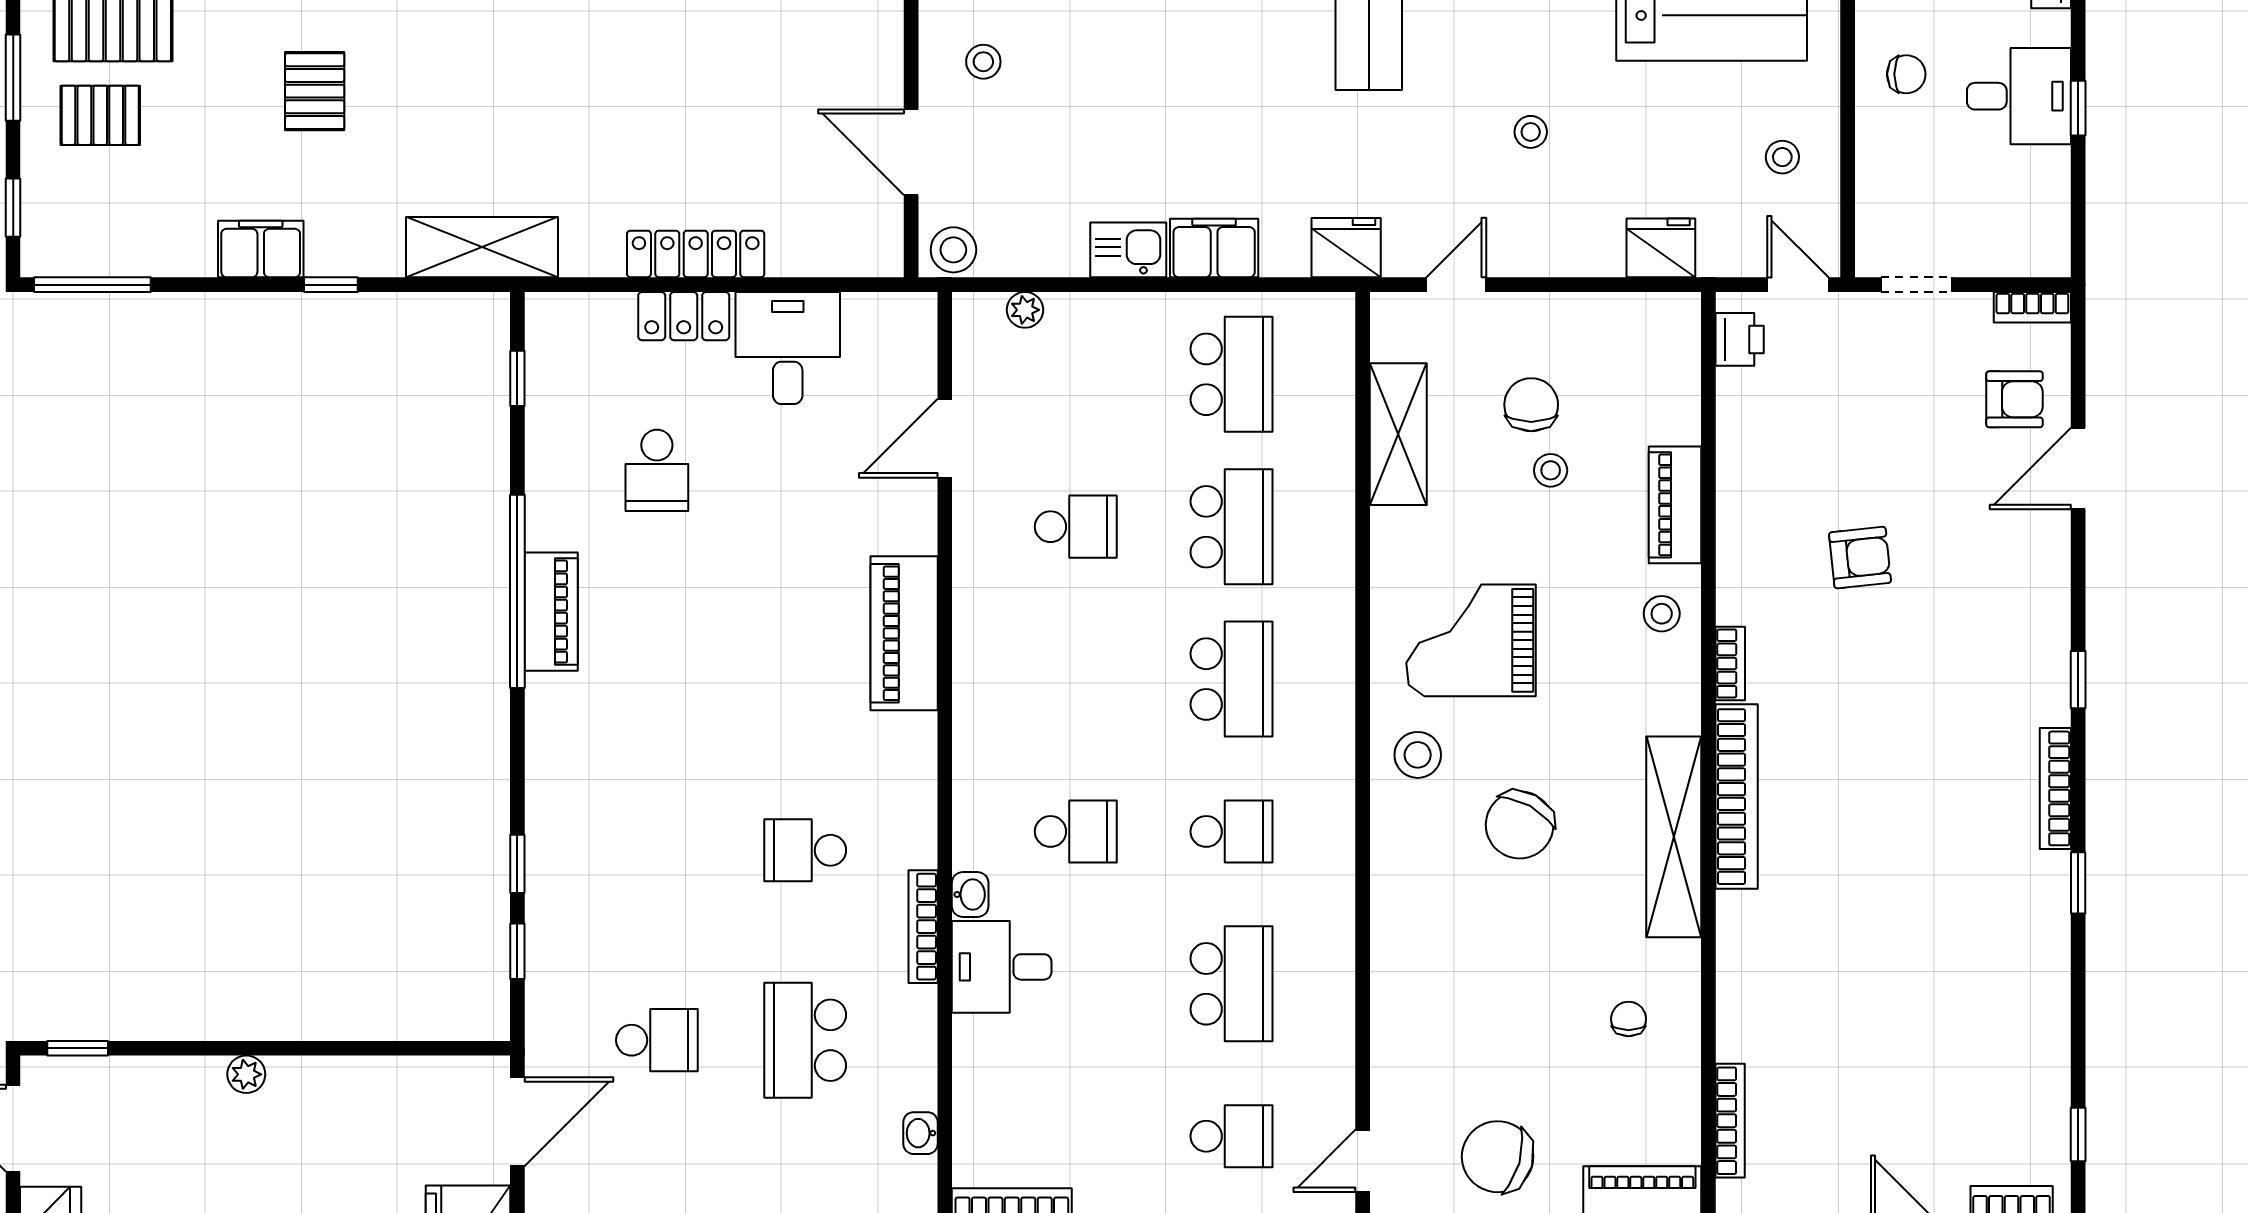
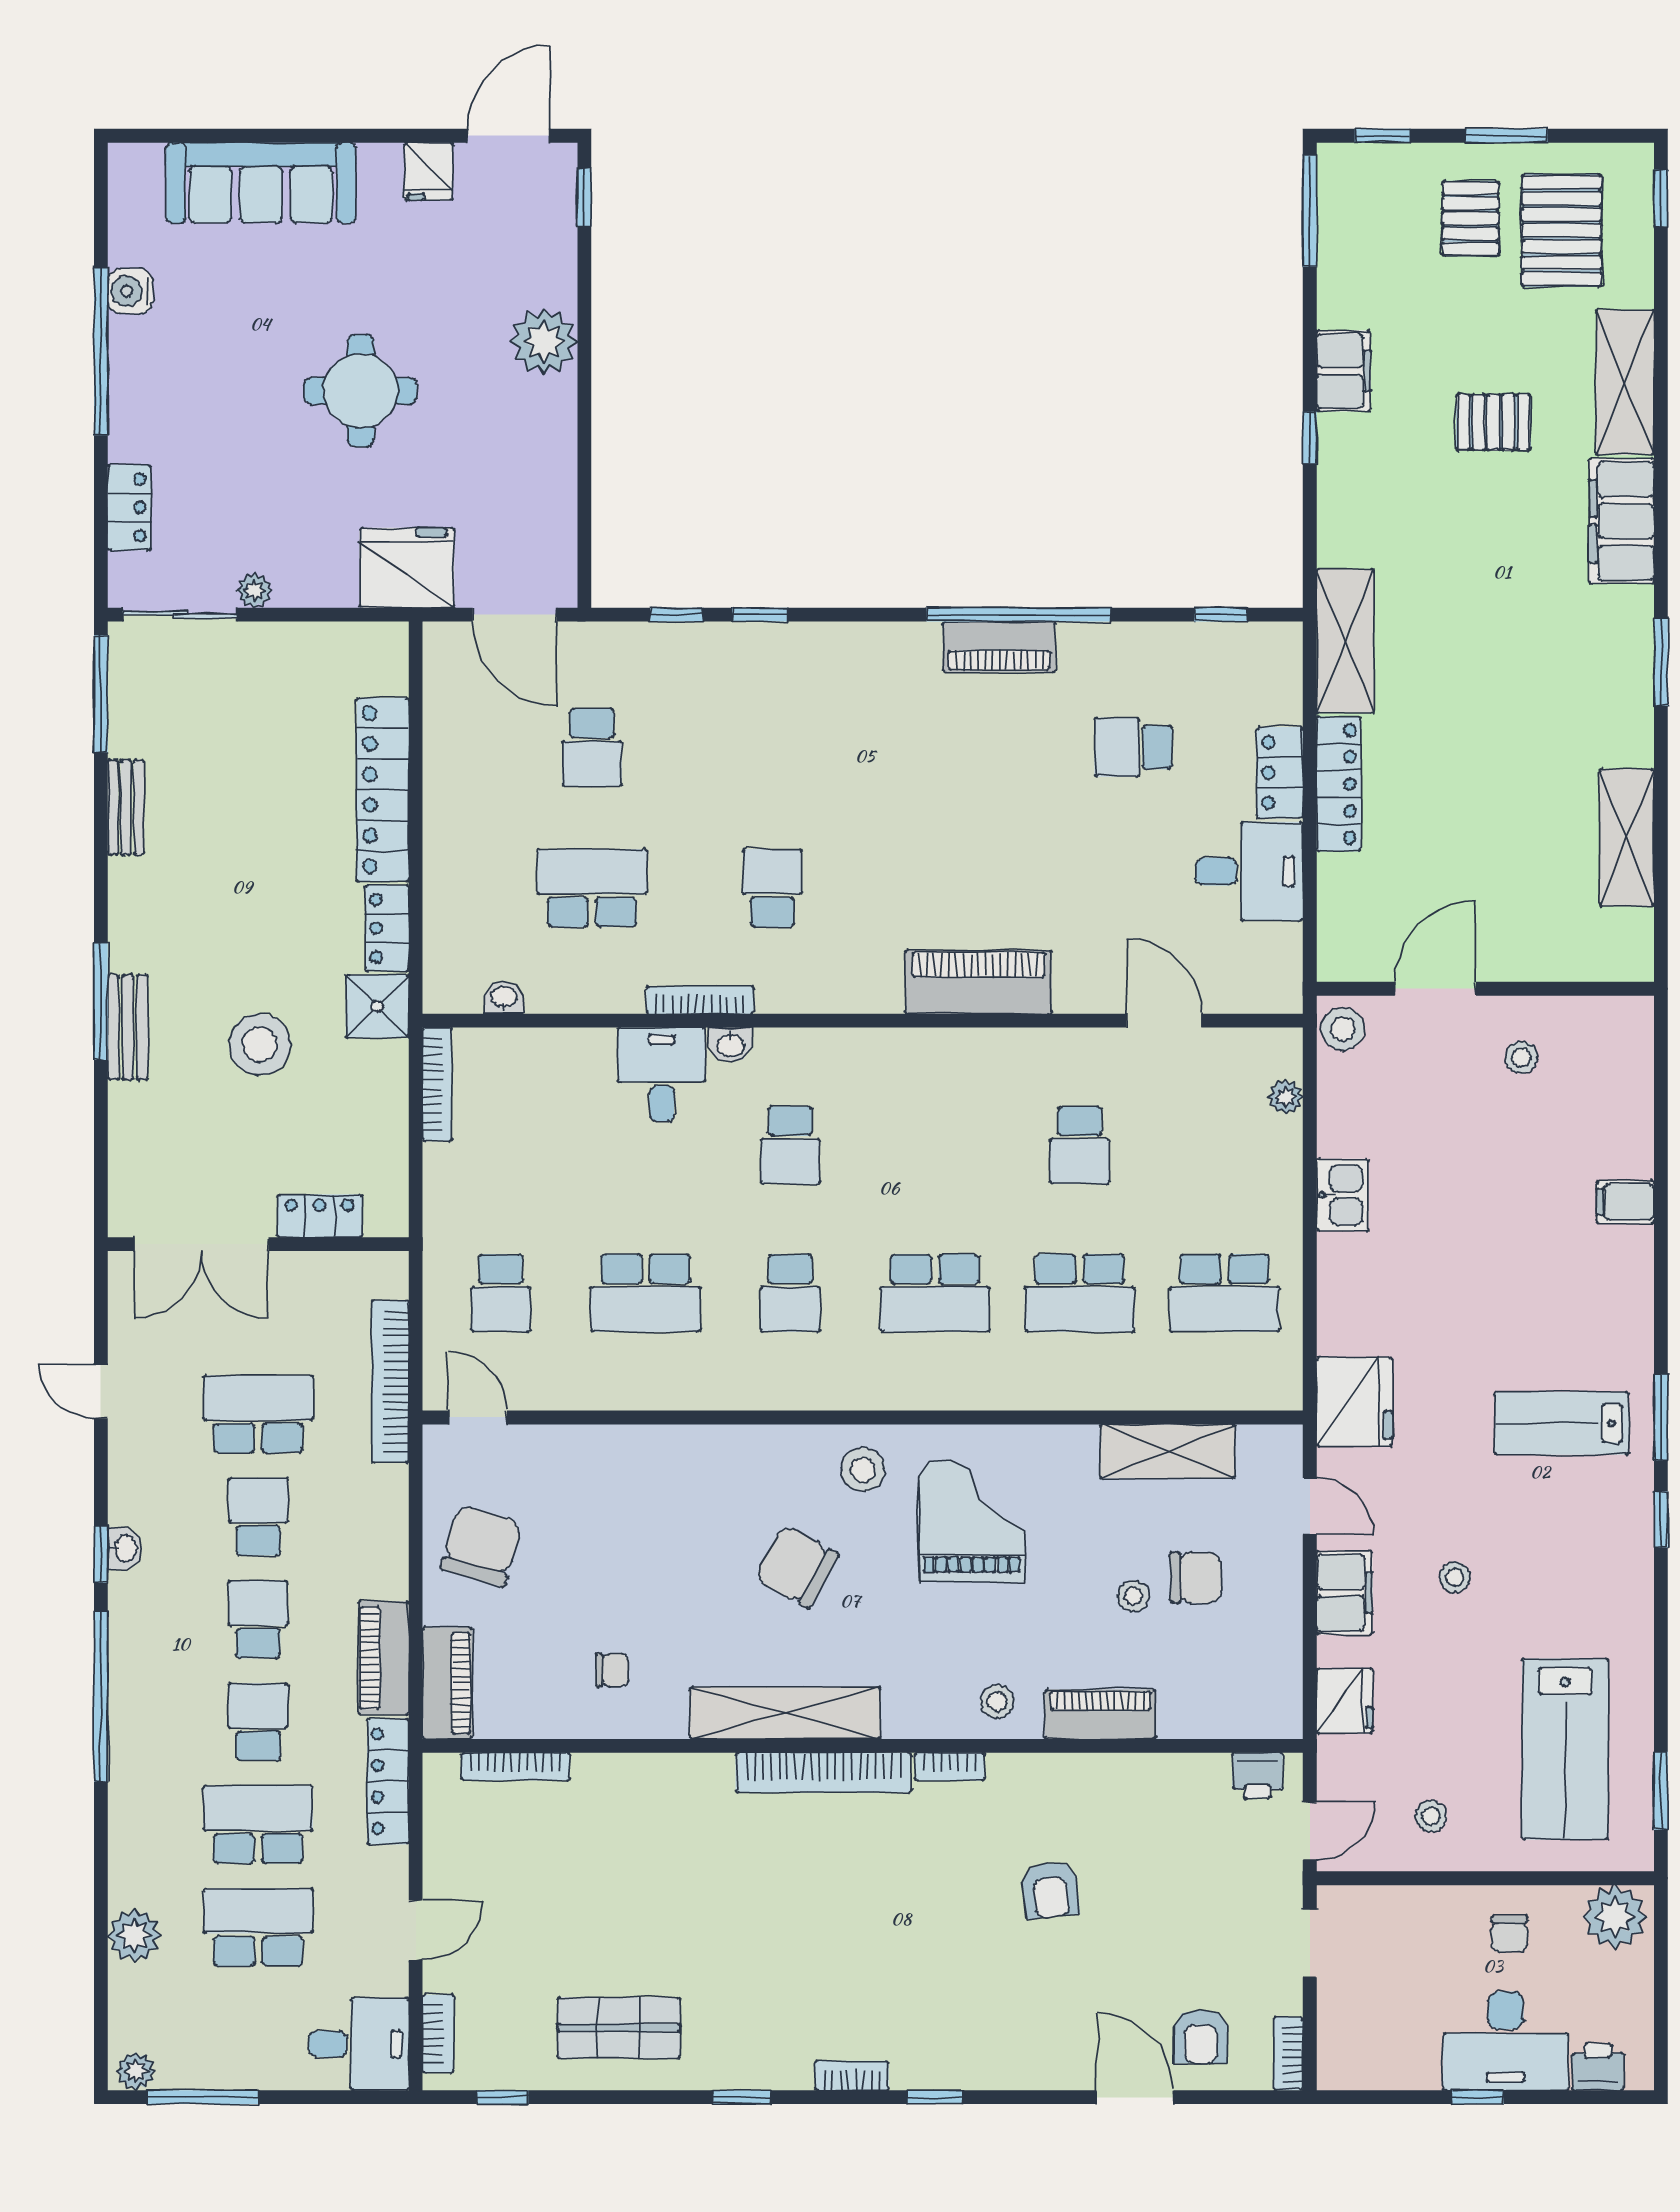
desk: (2019, 96) -> (1506, 2041), width x1.37
shelving: (482, 247) -> (1345, 641), moved
filing cabinet: (1214, 248) -> (1344, 1593), moved
fridge: (1346, 248) -> (1354, 1402), width x1.36, depth x1.34
bookcase: (2055, 788) -> (852, 2076), width x0.64
shop shelf: (2005, 1012) -> (619, 2028), added
plant: (246, 1074) -> (544, 342), width x1.87, depth x1.87

